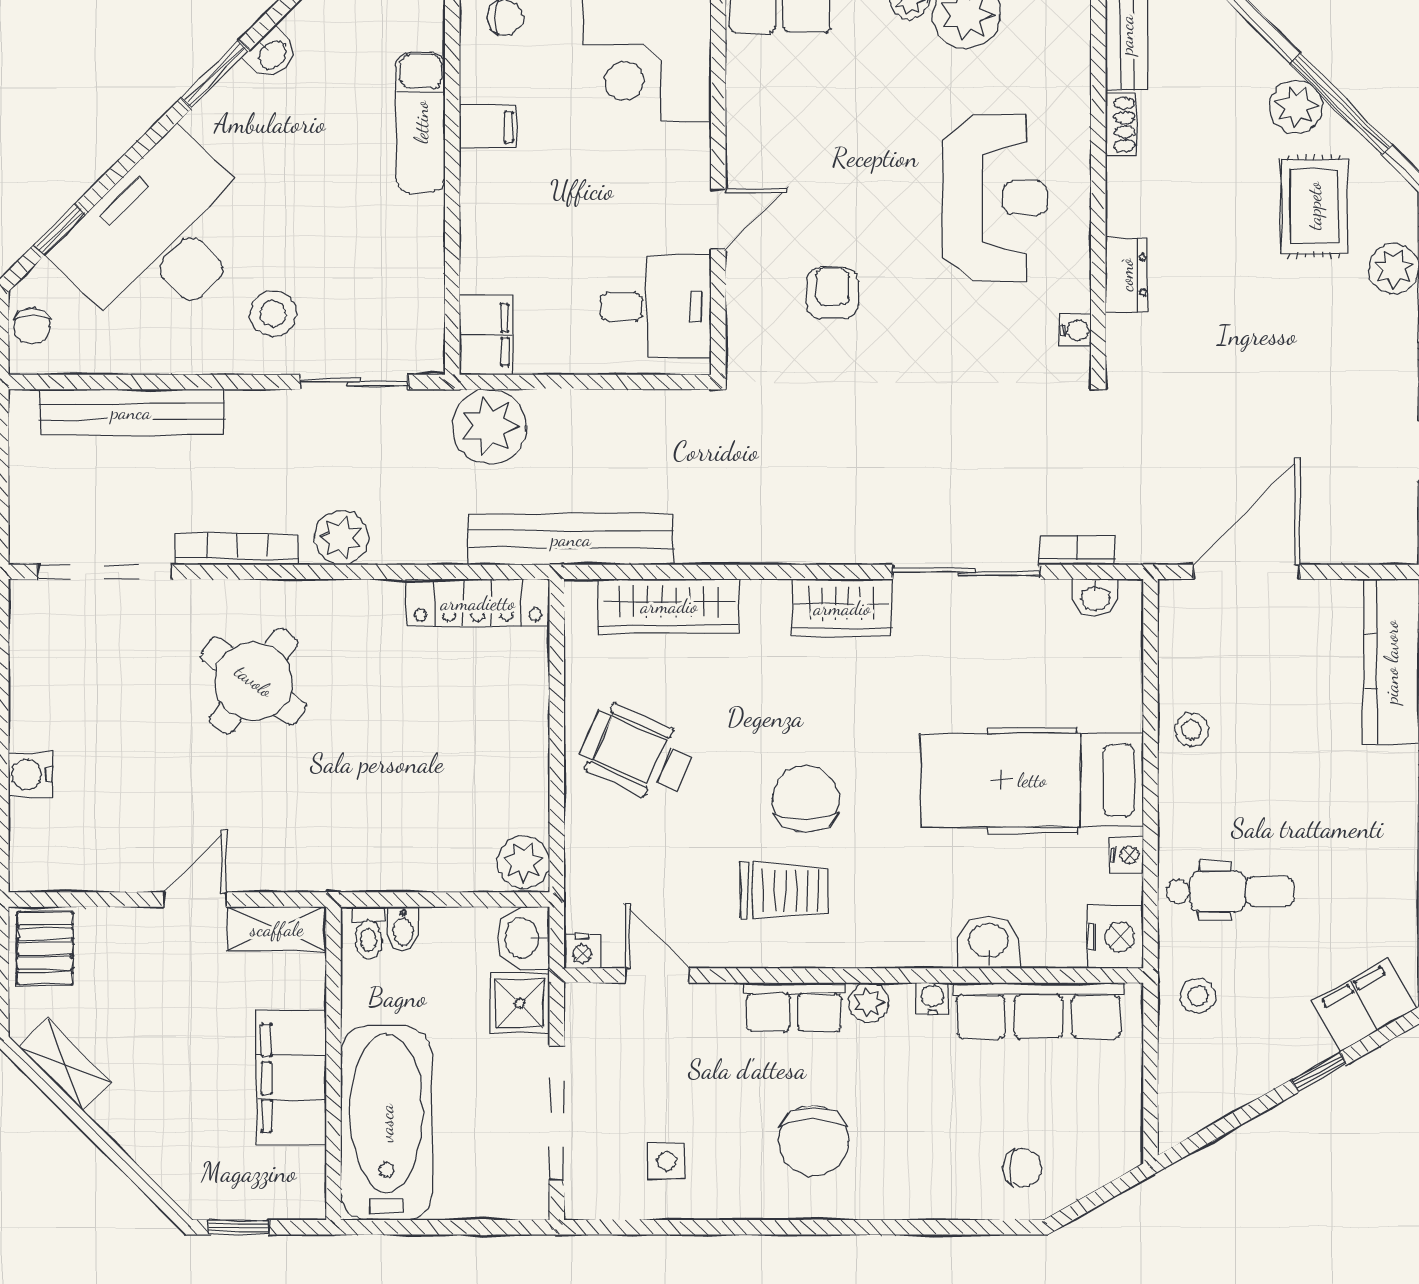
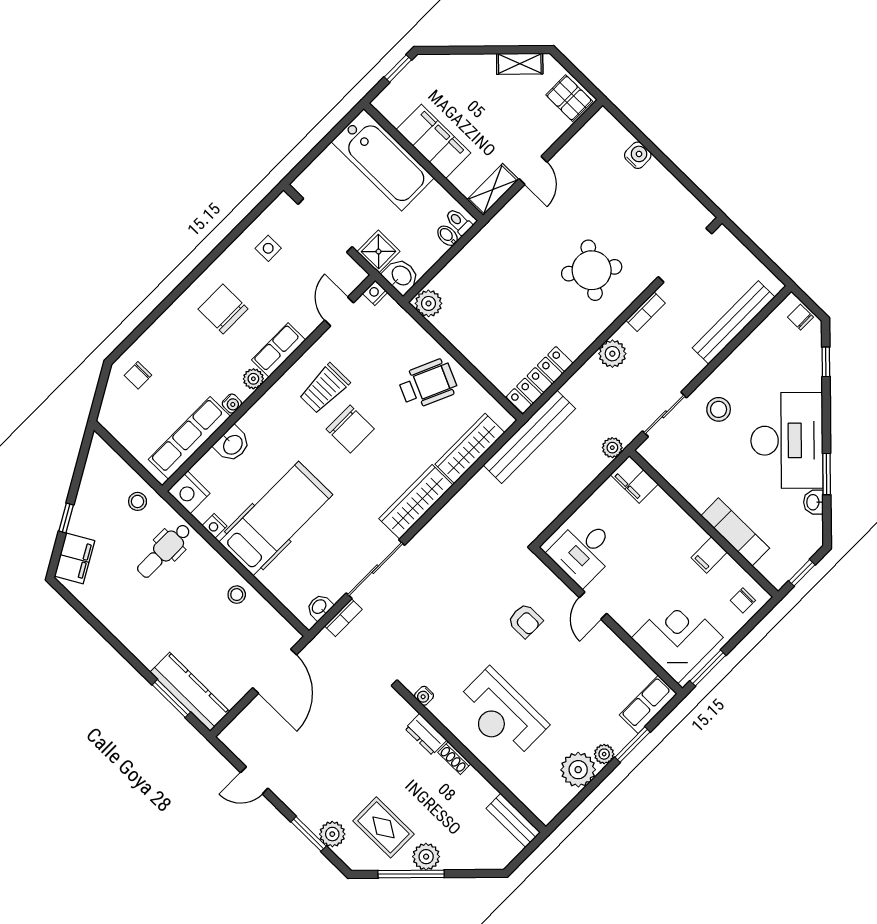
shoe rack: (1120, 125) -> (454, 758), moved
desk: (160, 238) -> (787, 441), moved
plant: (489, 426) -> (612, 448), width x0.53, depth x0.53
bookcase: (237, 549) -> (646, 312), width x0.64
wardrobe: (842, 608) -> (416, 502), width x1.50
door: (657, 976) -> (339, 311), swing flipped

